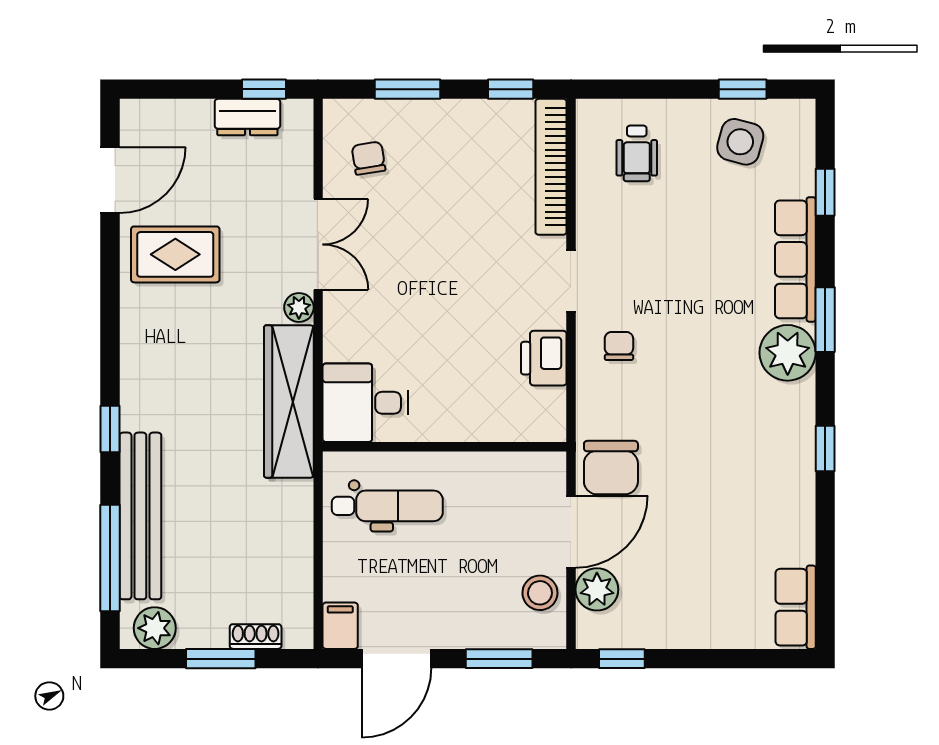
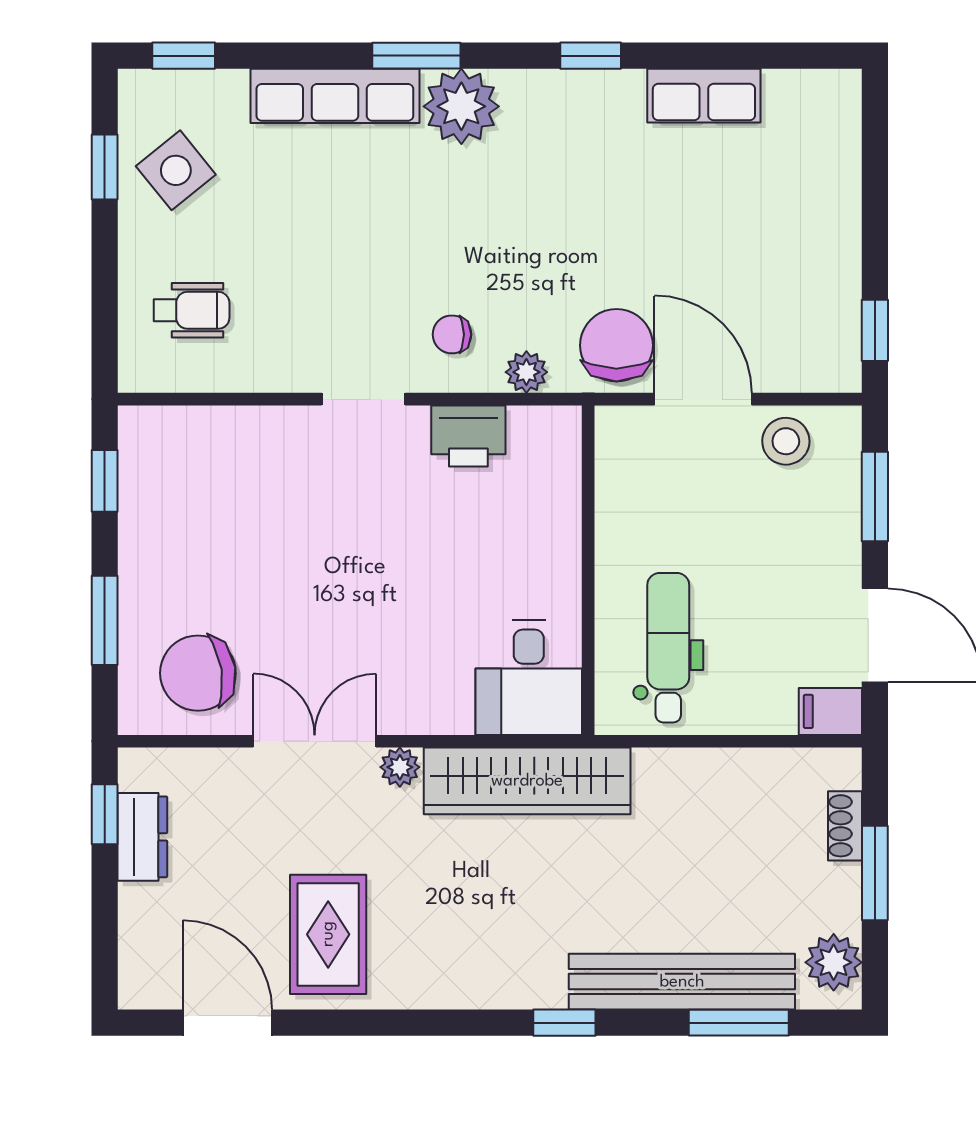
side table: (740, 142) -> (176, 170), turned 36
chair: (368, 158) -> (198, 673), width x1.87, depth x1.87
bookcase: (551, 167) -> (210, 426), removed
window: (825, 192) -> (184, 56), moved
chair: (611, 468) -> (616, 345), turned -90
window: (110, 558) -> (739, 1023), width x0.69
plant: (597, 589) -> (526, 372), moved, width x0.73, depth x0.73
row of seats: (796, 607) -> (704, 96), moved

